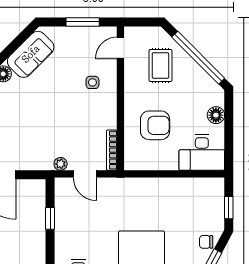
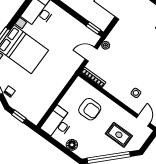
armchair: (155, 125) -> (90, 109), turned -90
window: (50, 218) -> (93, 28), moved

